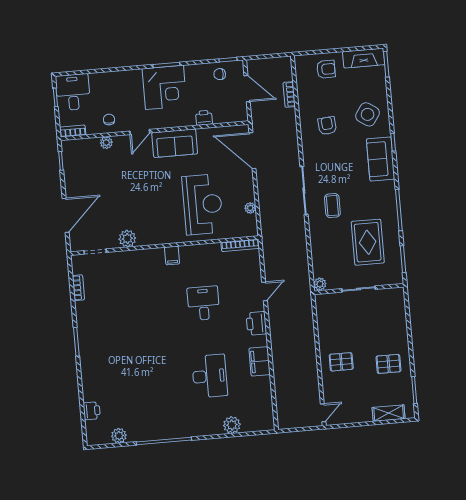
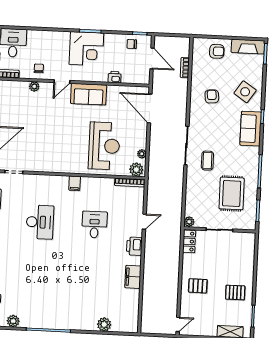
plant: (127, 239) -> (136, 170), moved
locker: (323, 308) -> (189, 241), added
desk: (210, 376) -> (40, 222), moved

